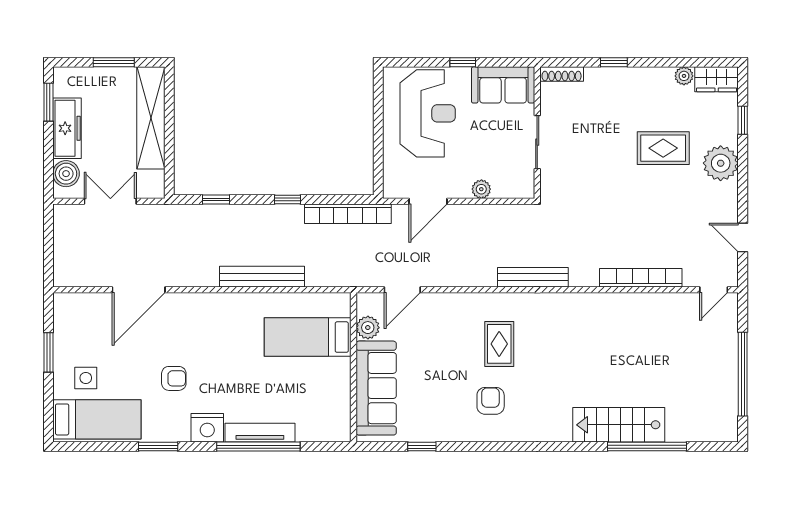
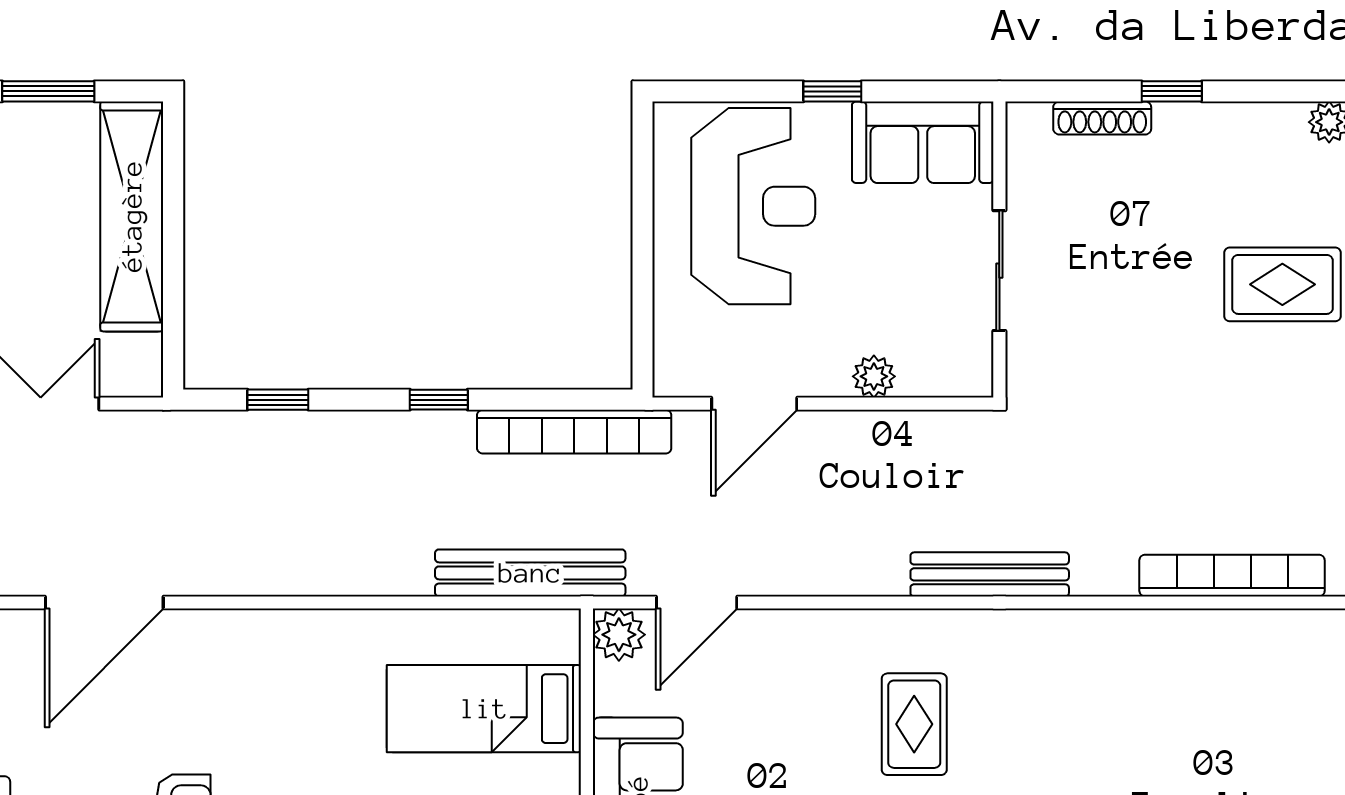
shoe rack: (562, 74) -> (1102, 118), moved
bench: (262, 277) -> (530, 573), moved
plant: (368, 328) -> (619, 635), moved

